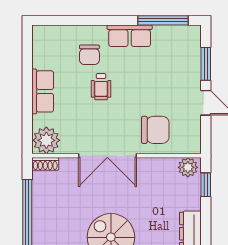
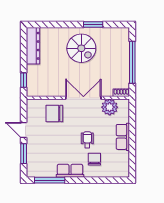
plant: (46, 140) -> (110, 107), moved
plant: (188, 167) -> (35, 91), removed

